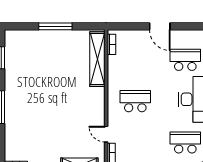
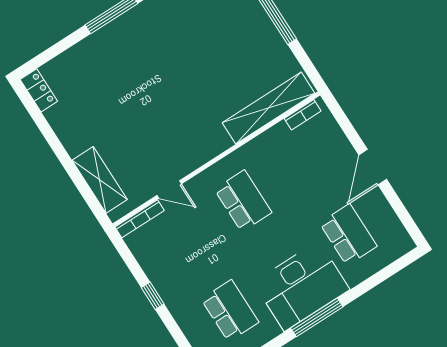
door: (106, 134) -> (169, 190), swing flipped

